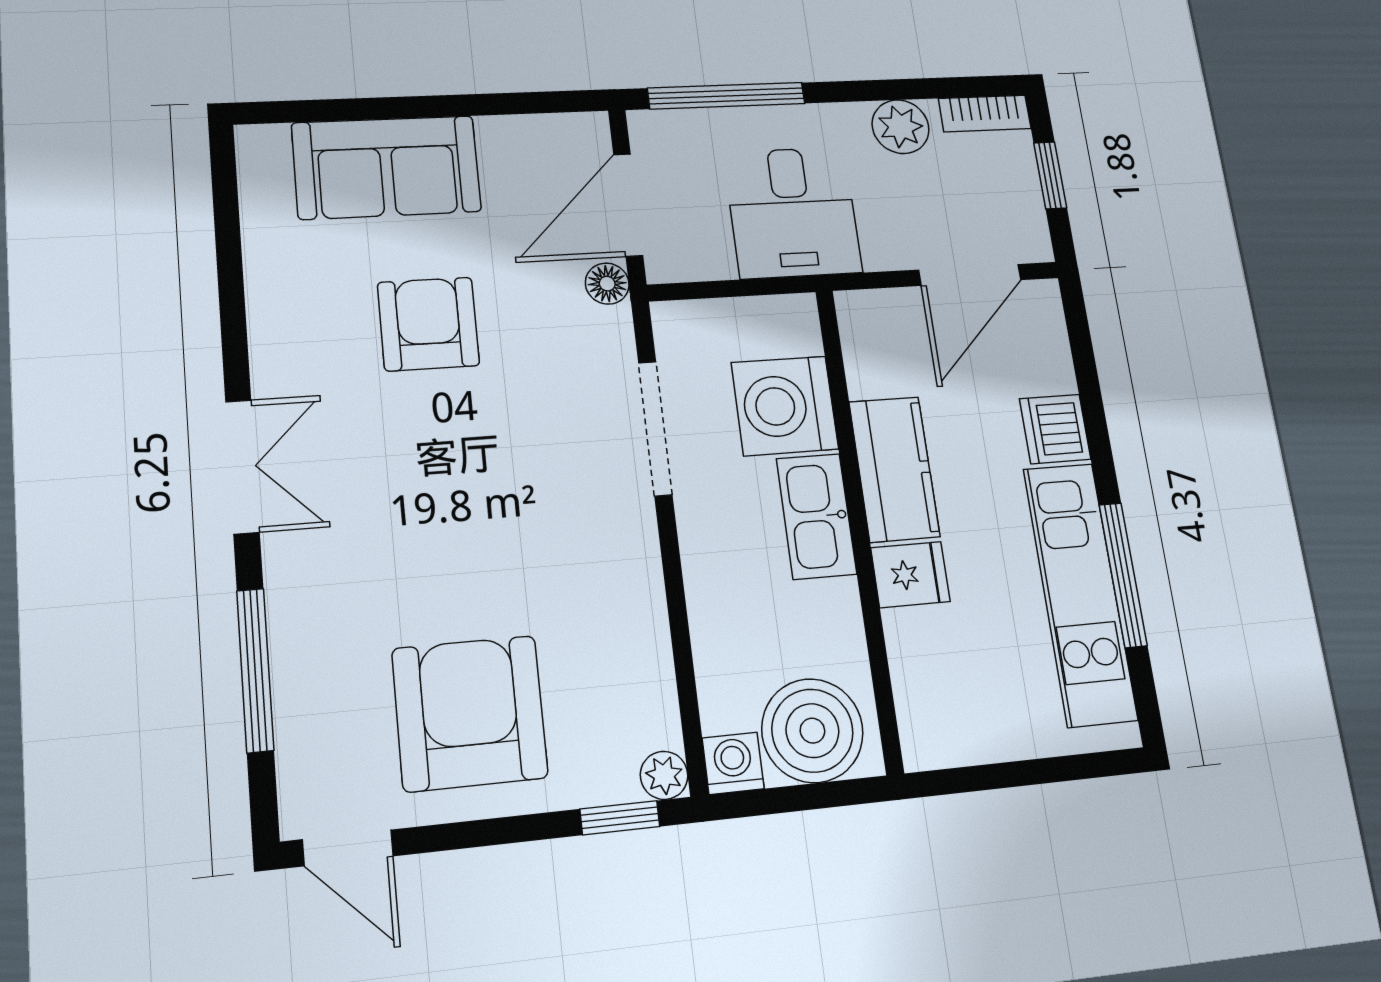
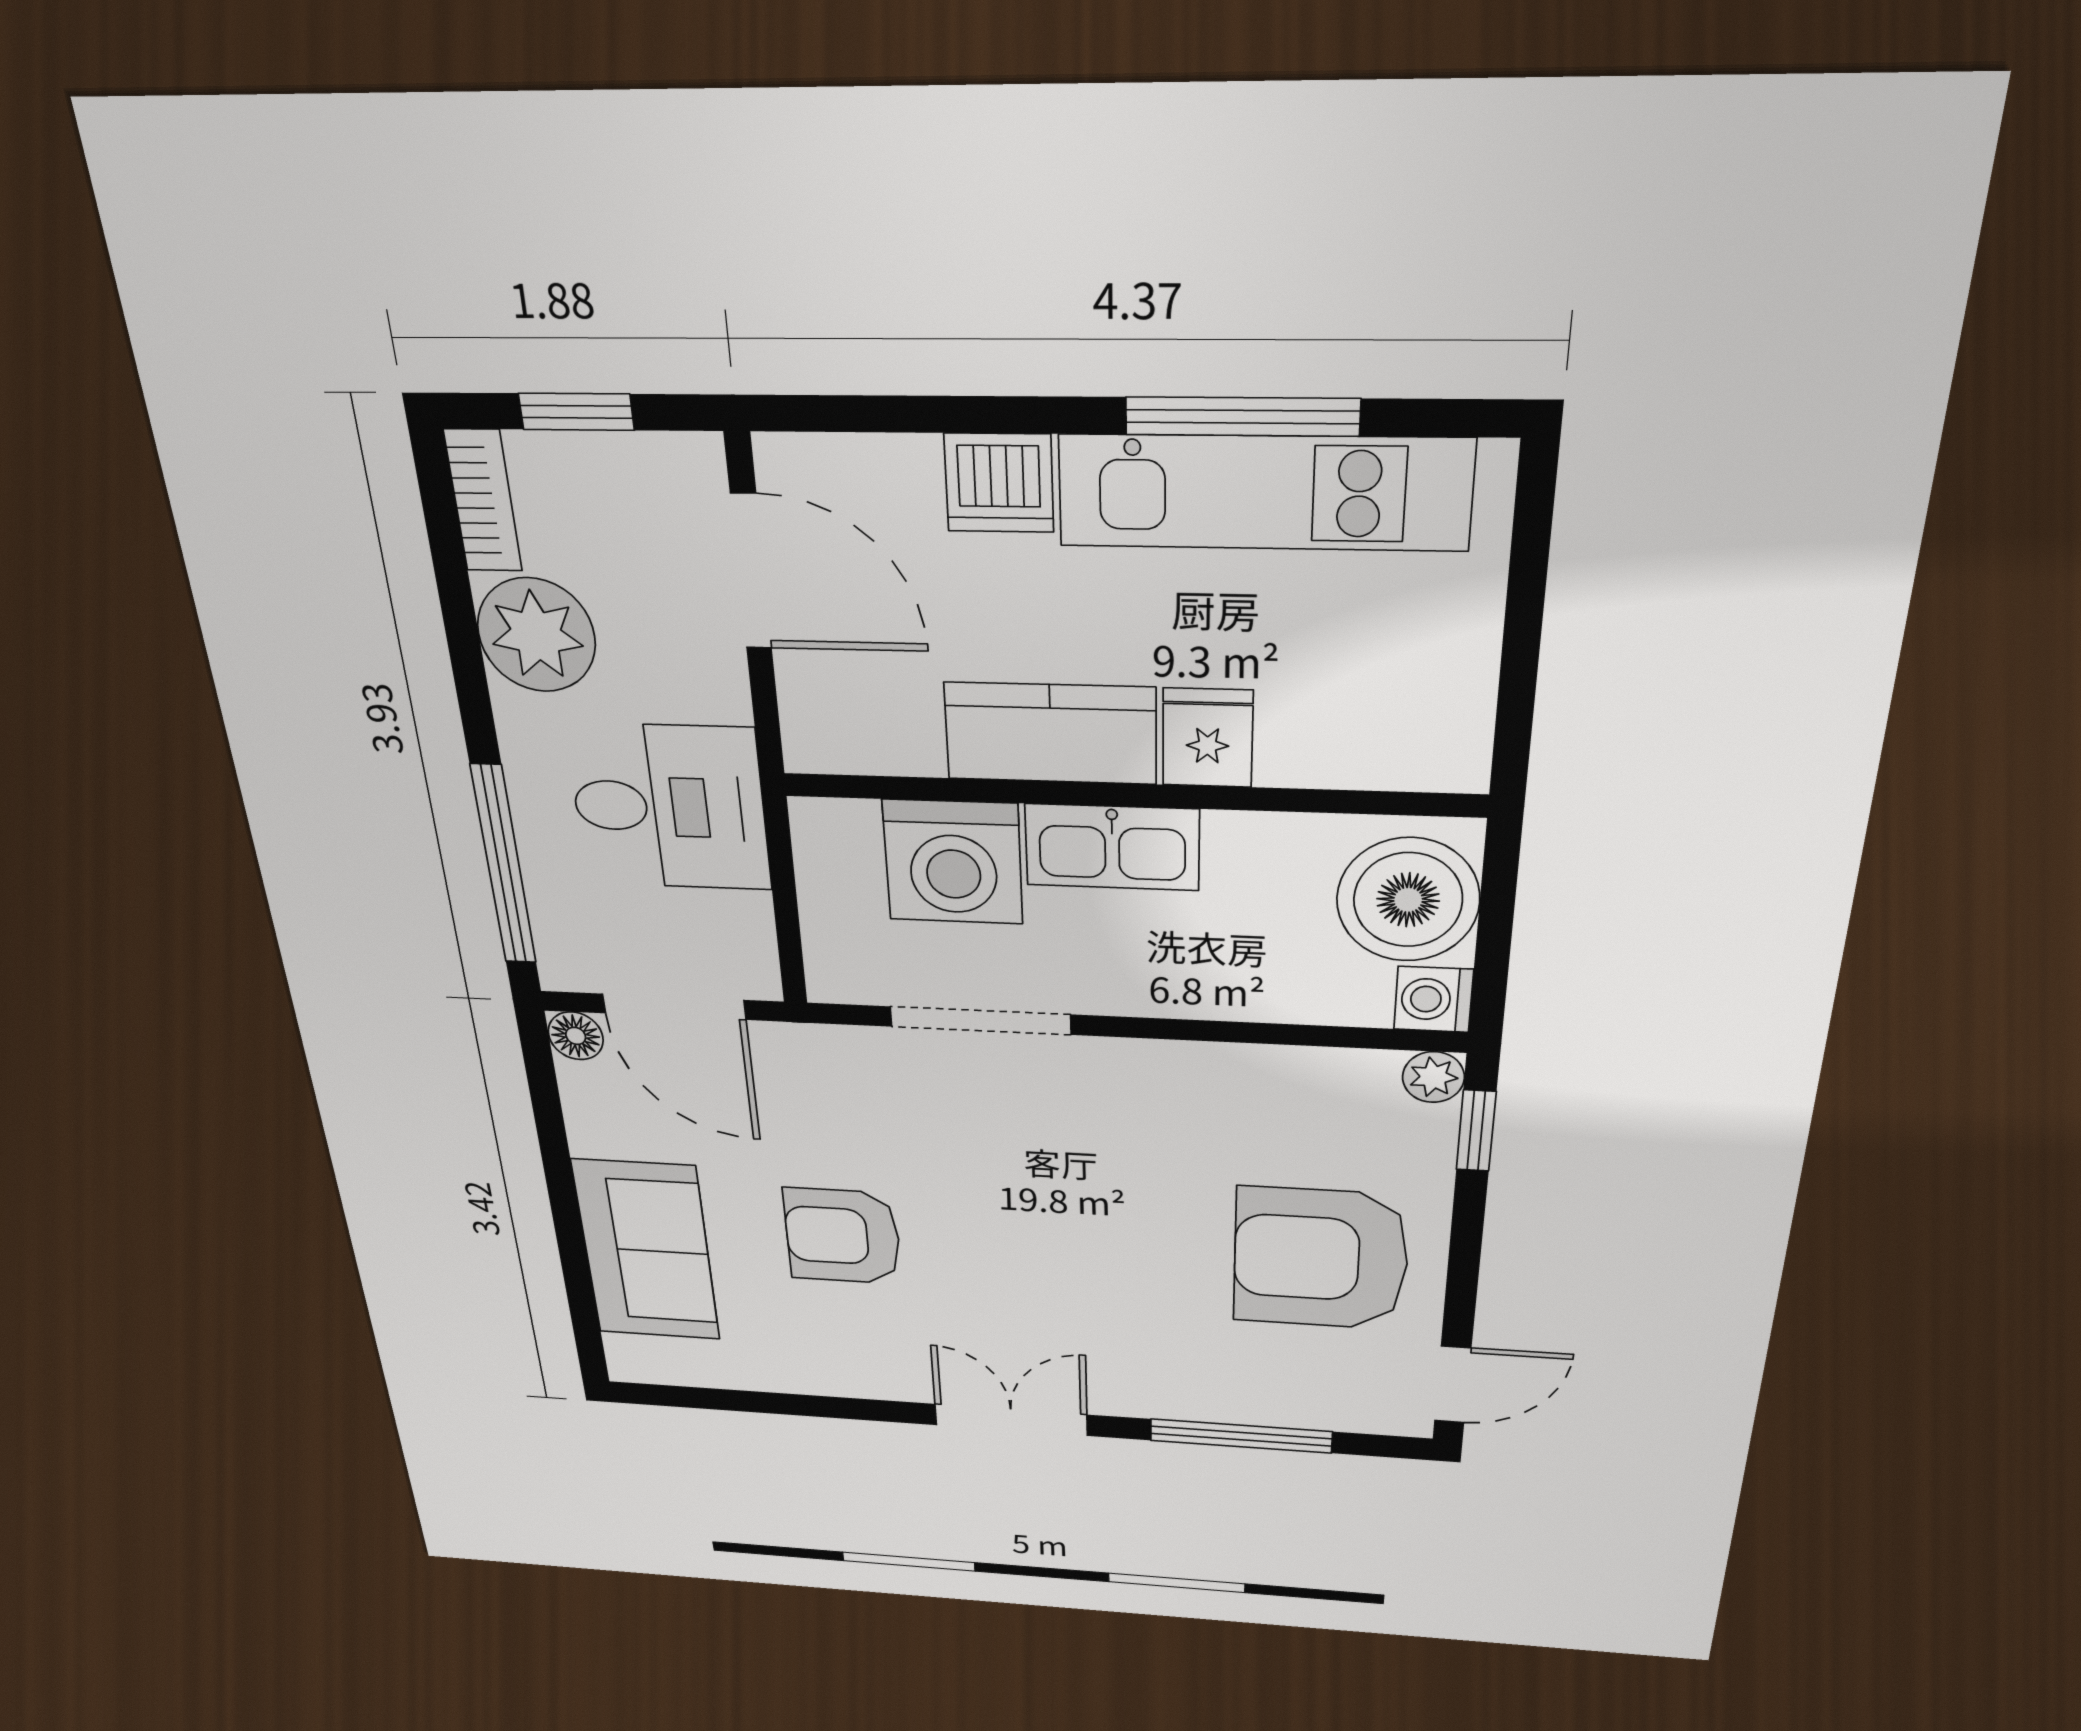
plant: (901, 127) -> (536, 635), width x1.36, depth x1.36
floor lamp: (607, 284) -> (576, 1036), moved

